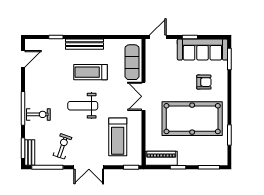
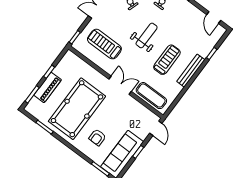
piano: (161, 158) -> (48, 87), moved

